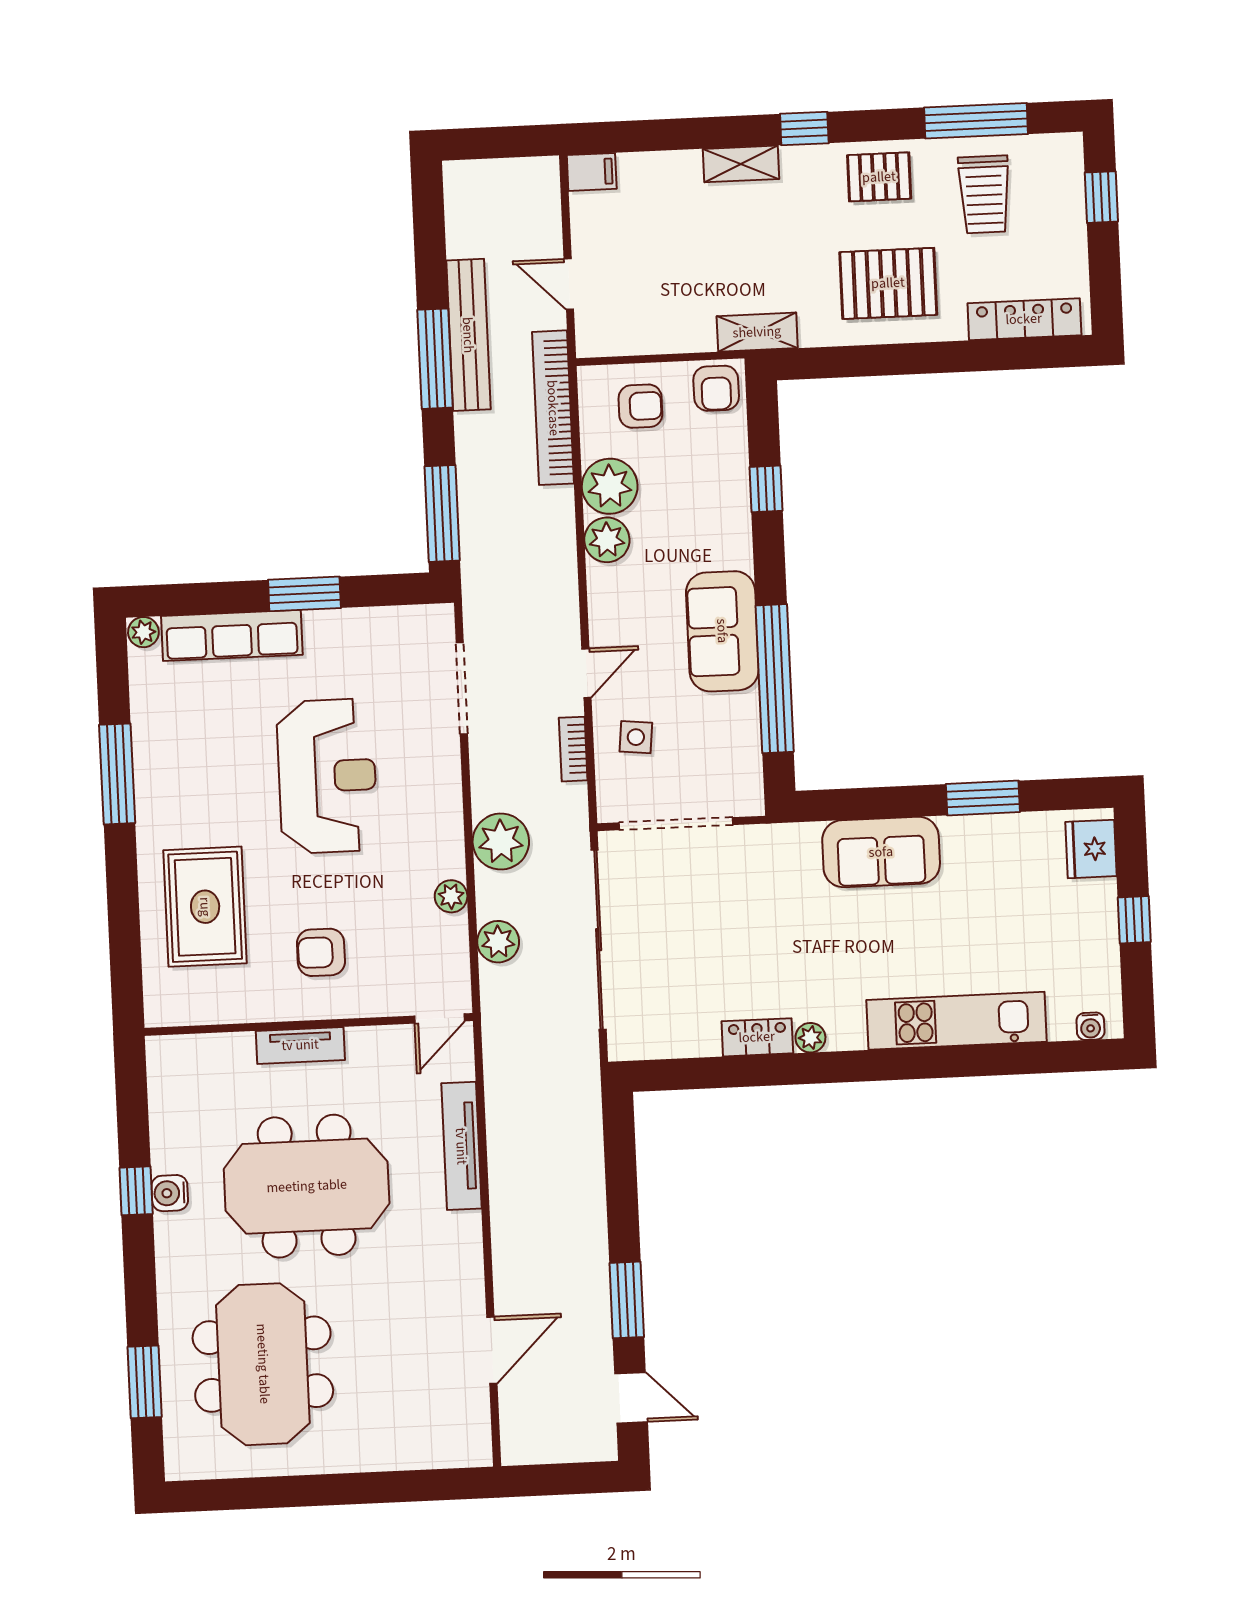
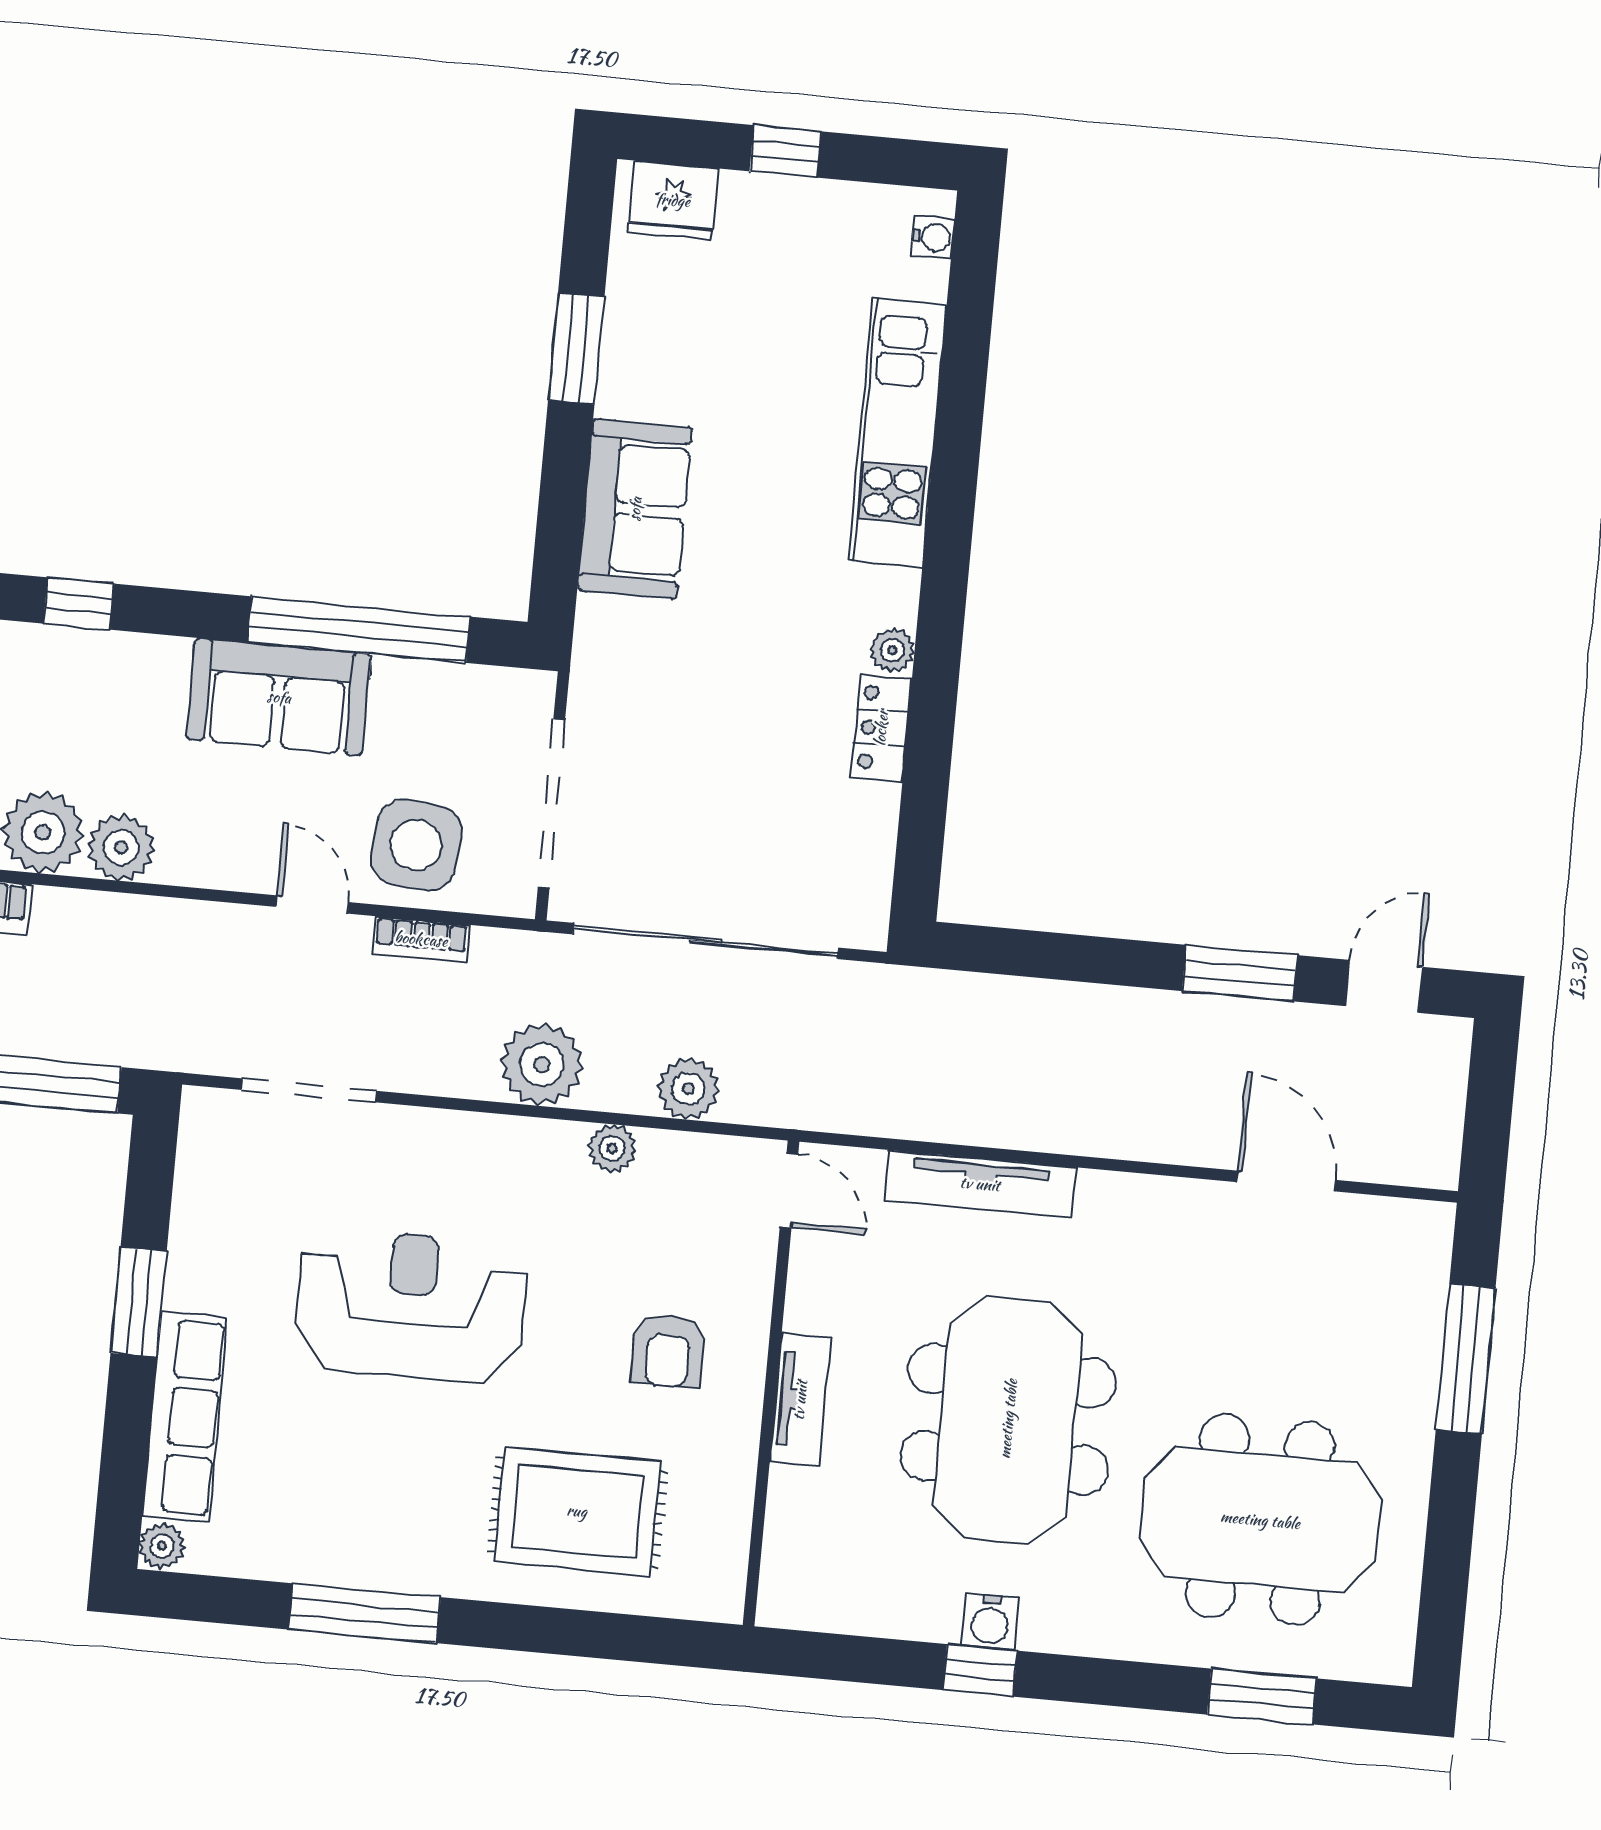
side table: (636, 737) -> (416, 845), width x1.87, depth x1.87
window: (390, 1487) -> (1466, 1359), added

